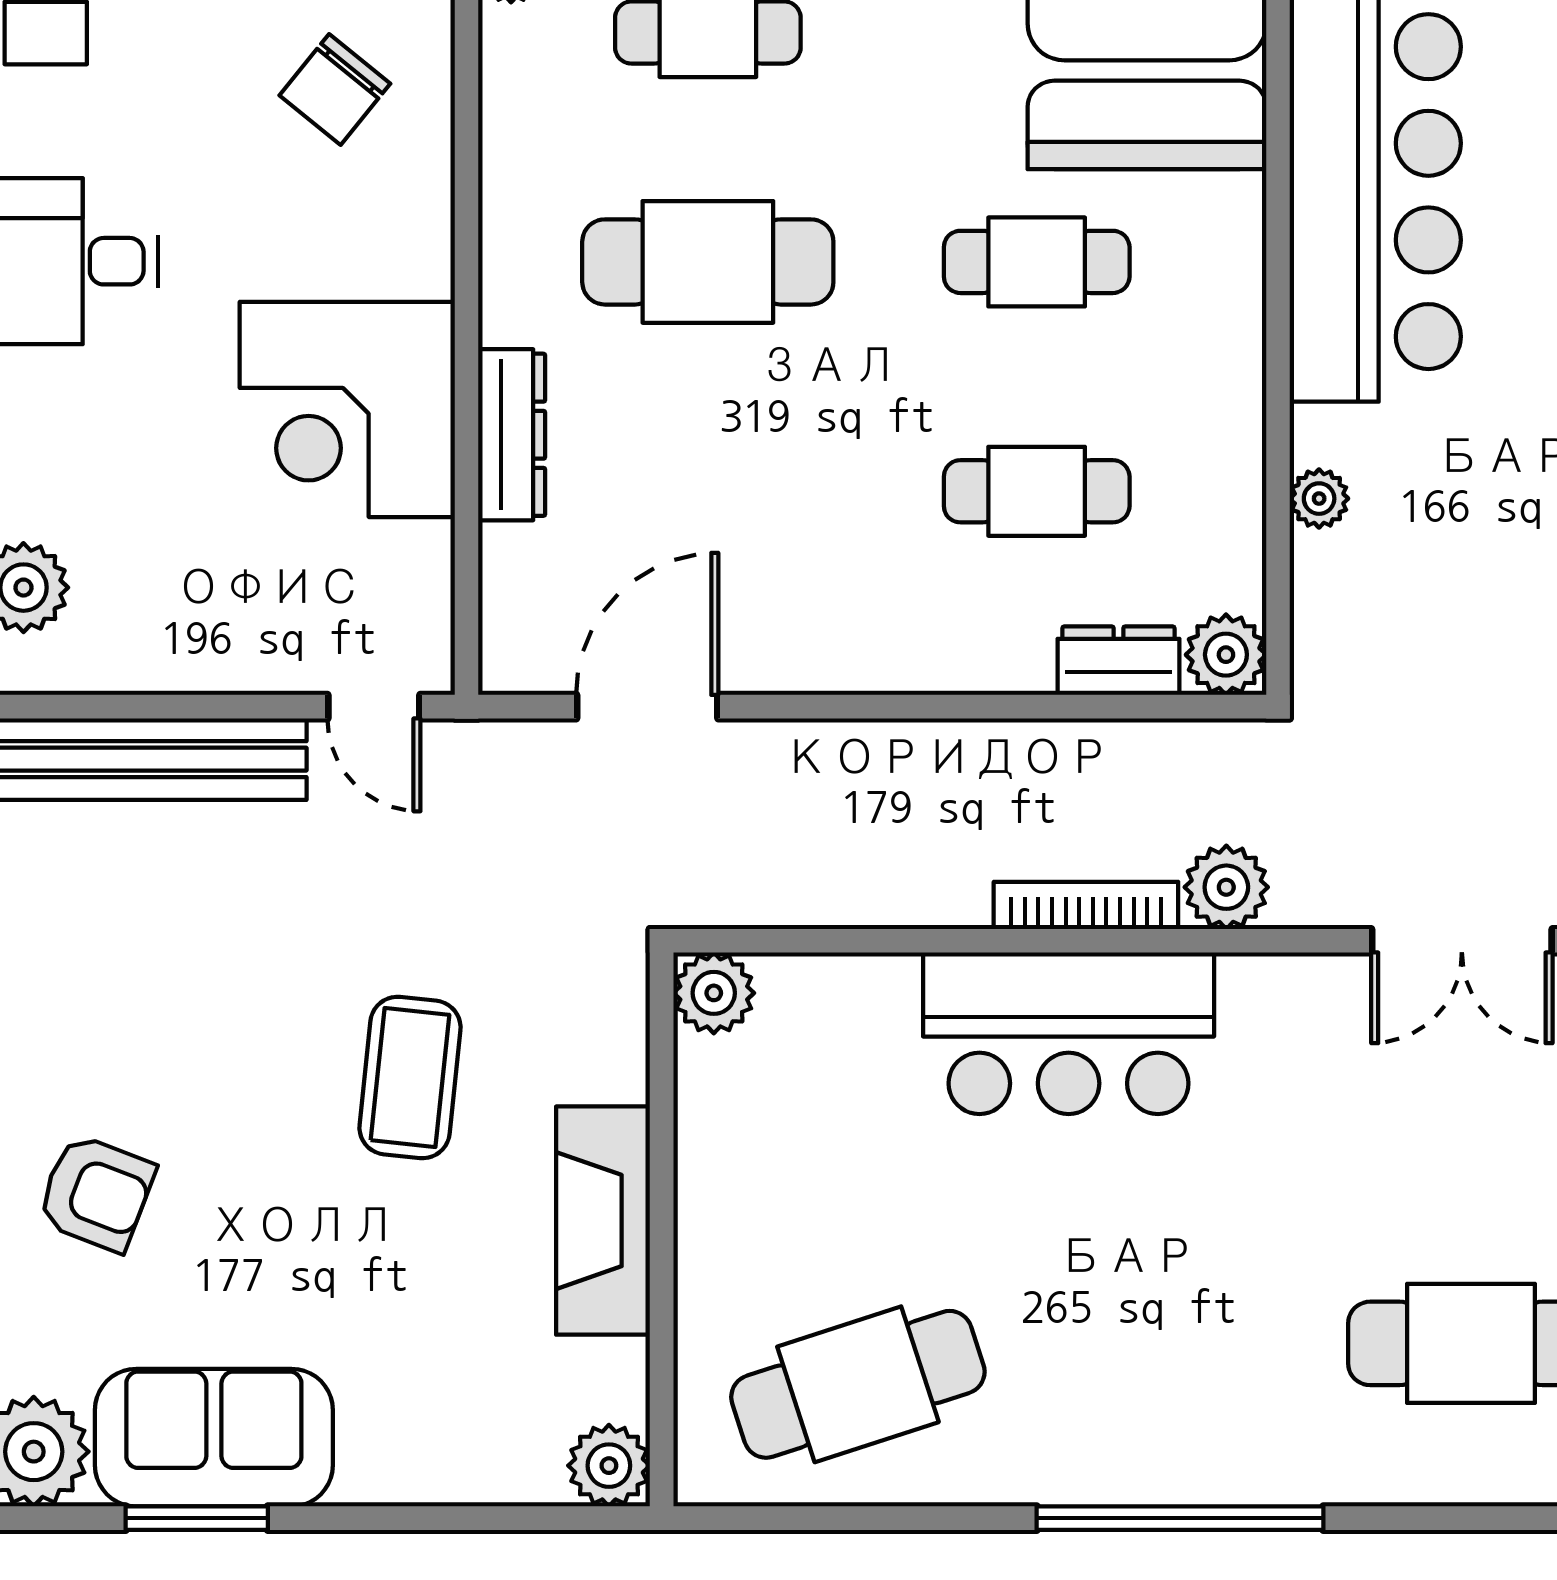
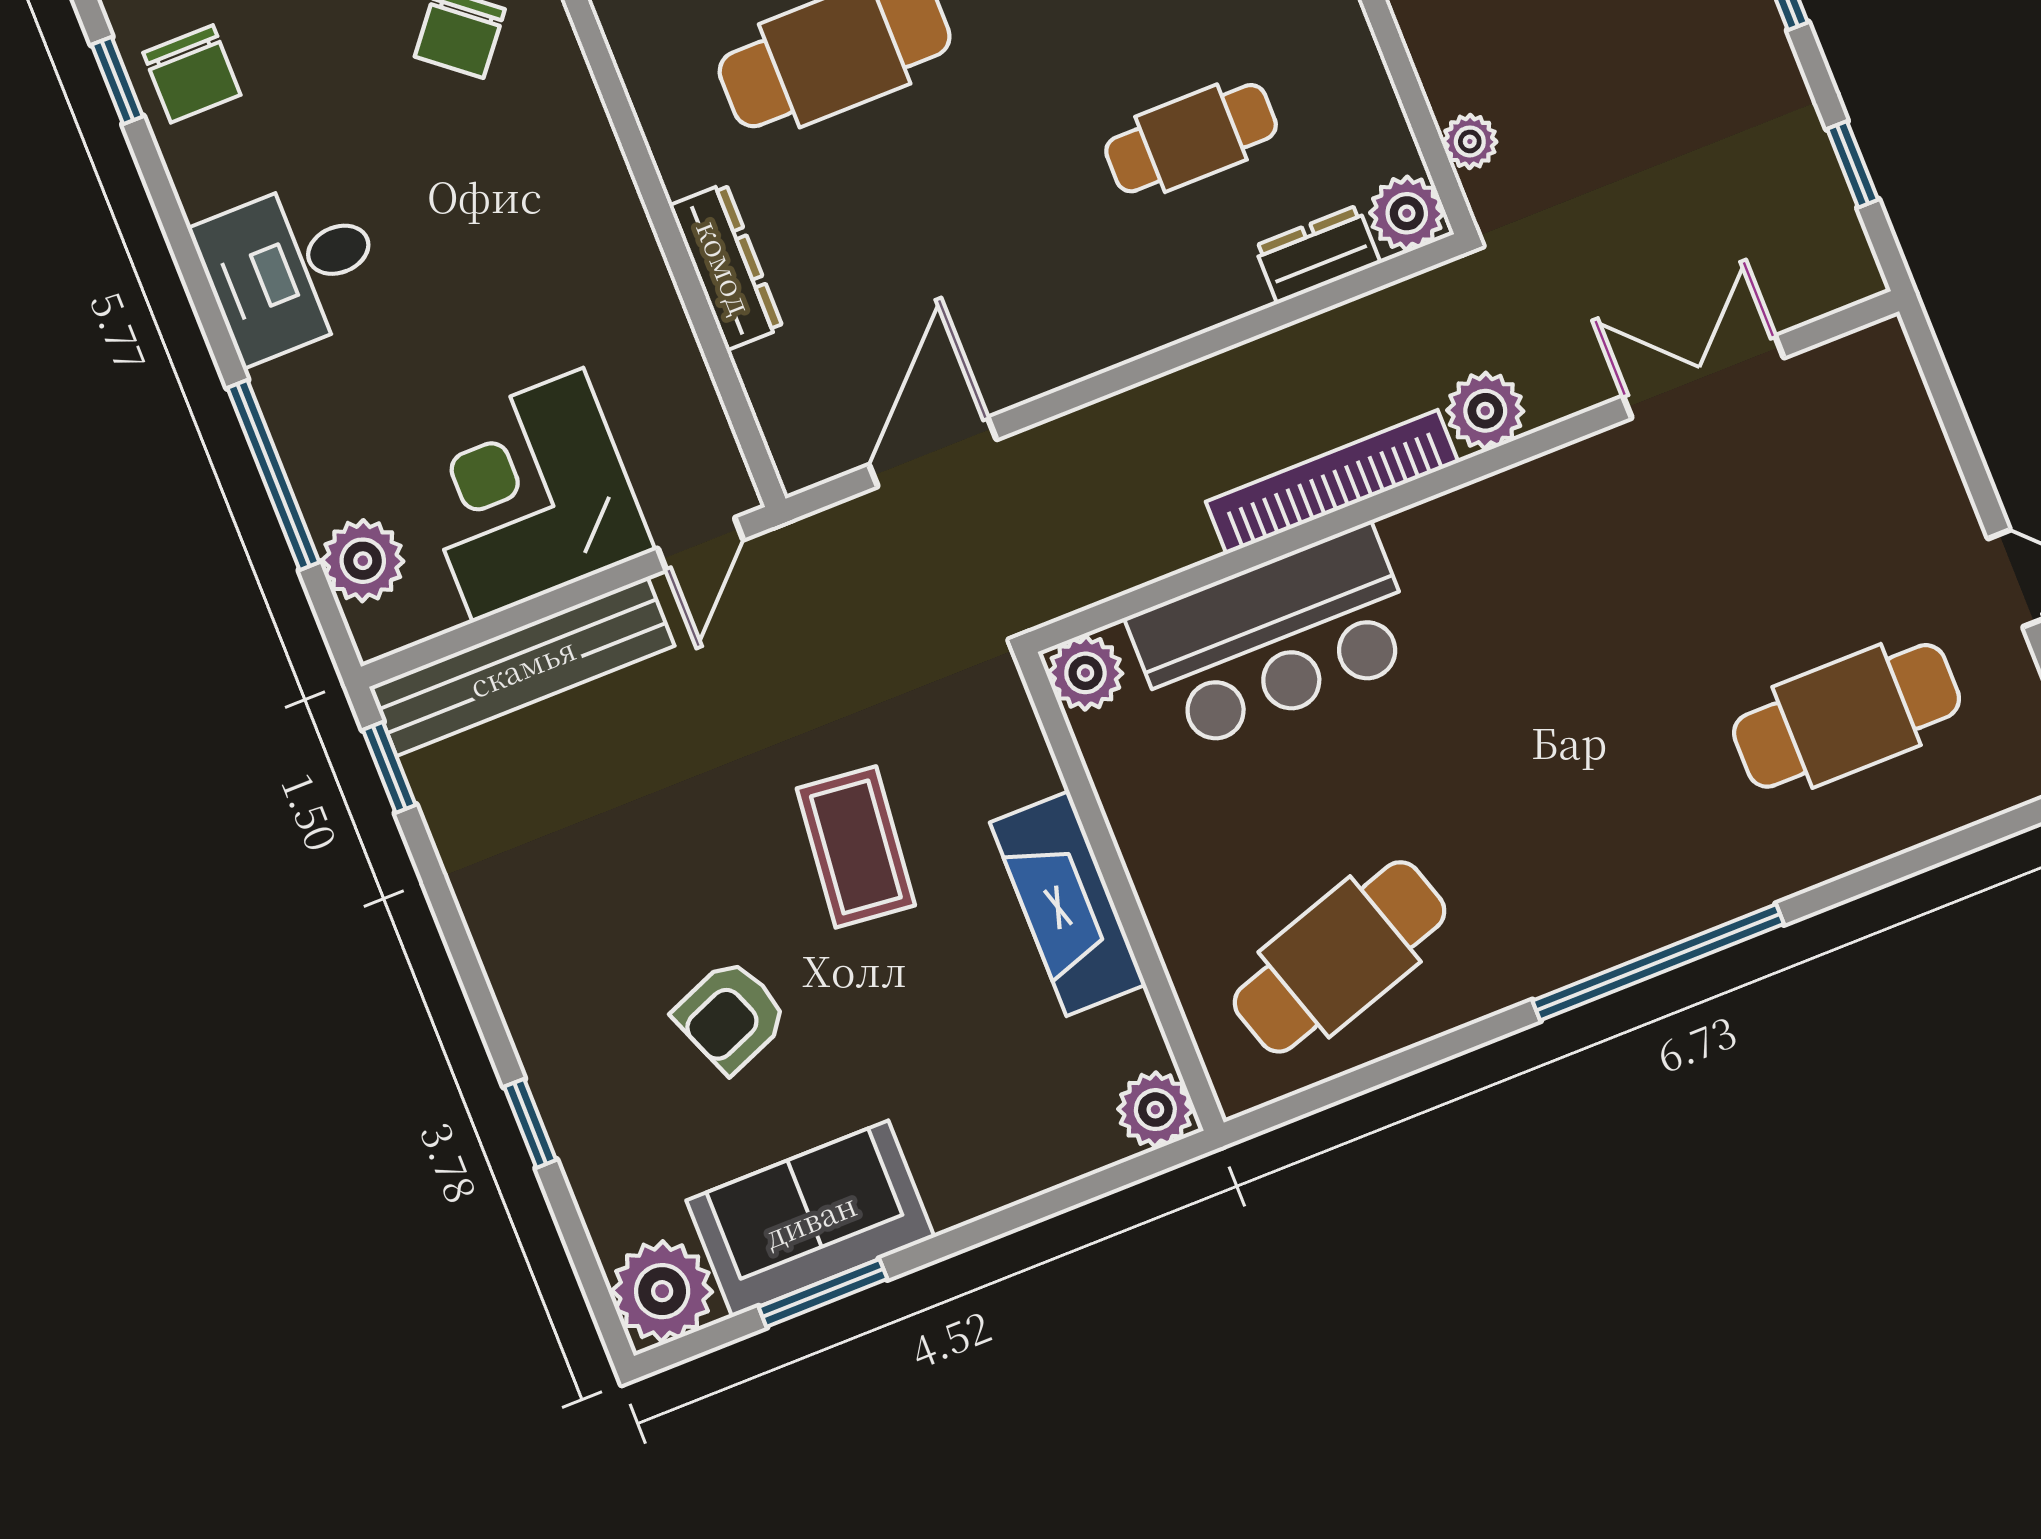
corner desk: (347, 409) -> (528, 495), moved, turned 90
plant: (1319, 499) -> (1470, 141), moved
door: (374, 707) -> (701, 544), hinge flipped
bookcase: (1086, 905) -> (1332, 482), width x1.48, depth x1.31
double door: (1462, 941) -> (1703, 377), swing flipped
bar counter: (1069, 1033) -> (1274, 638), moved
armchair: (96, 1193) -> (731, 1016), moved, turned 137

